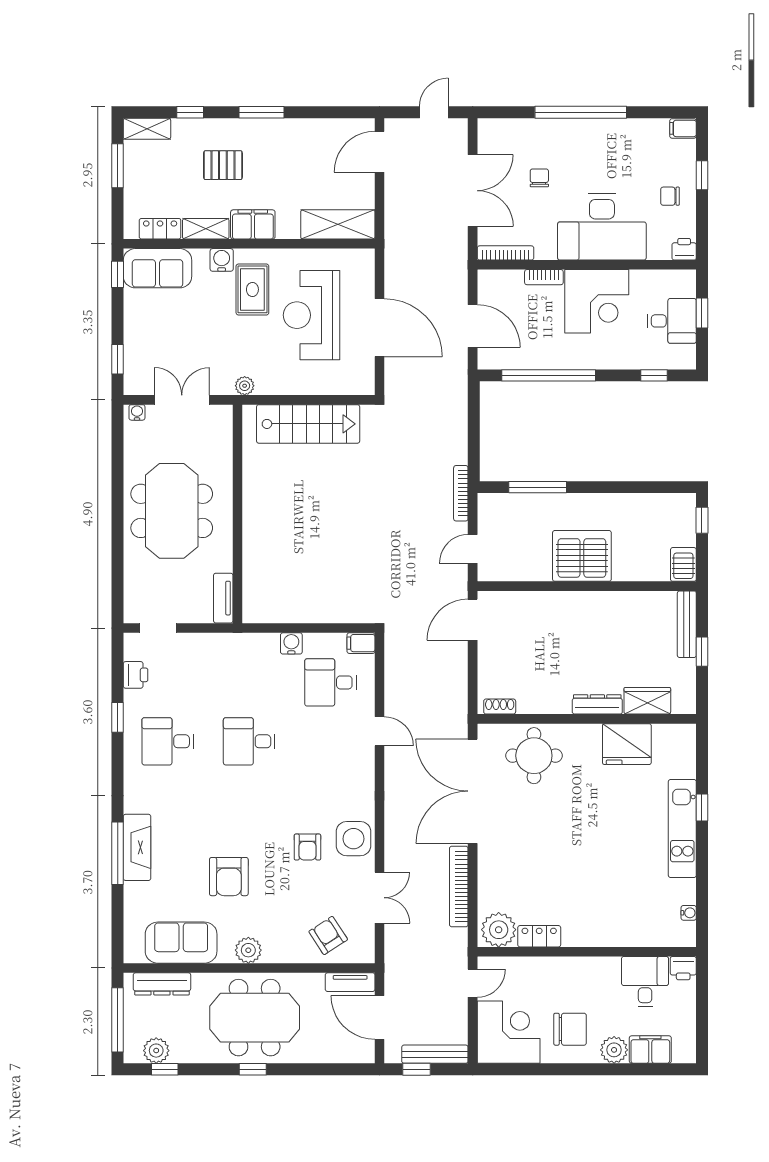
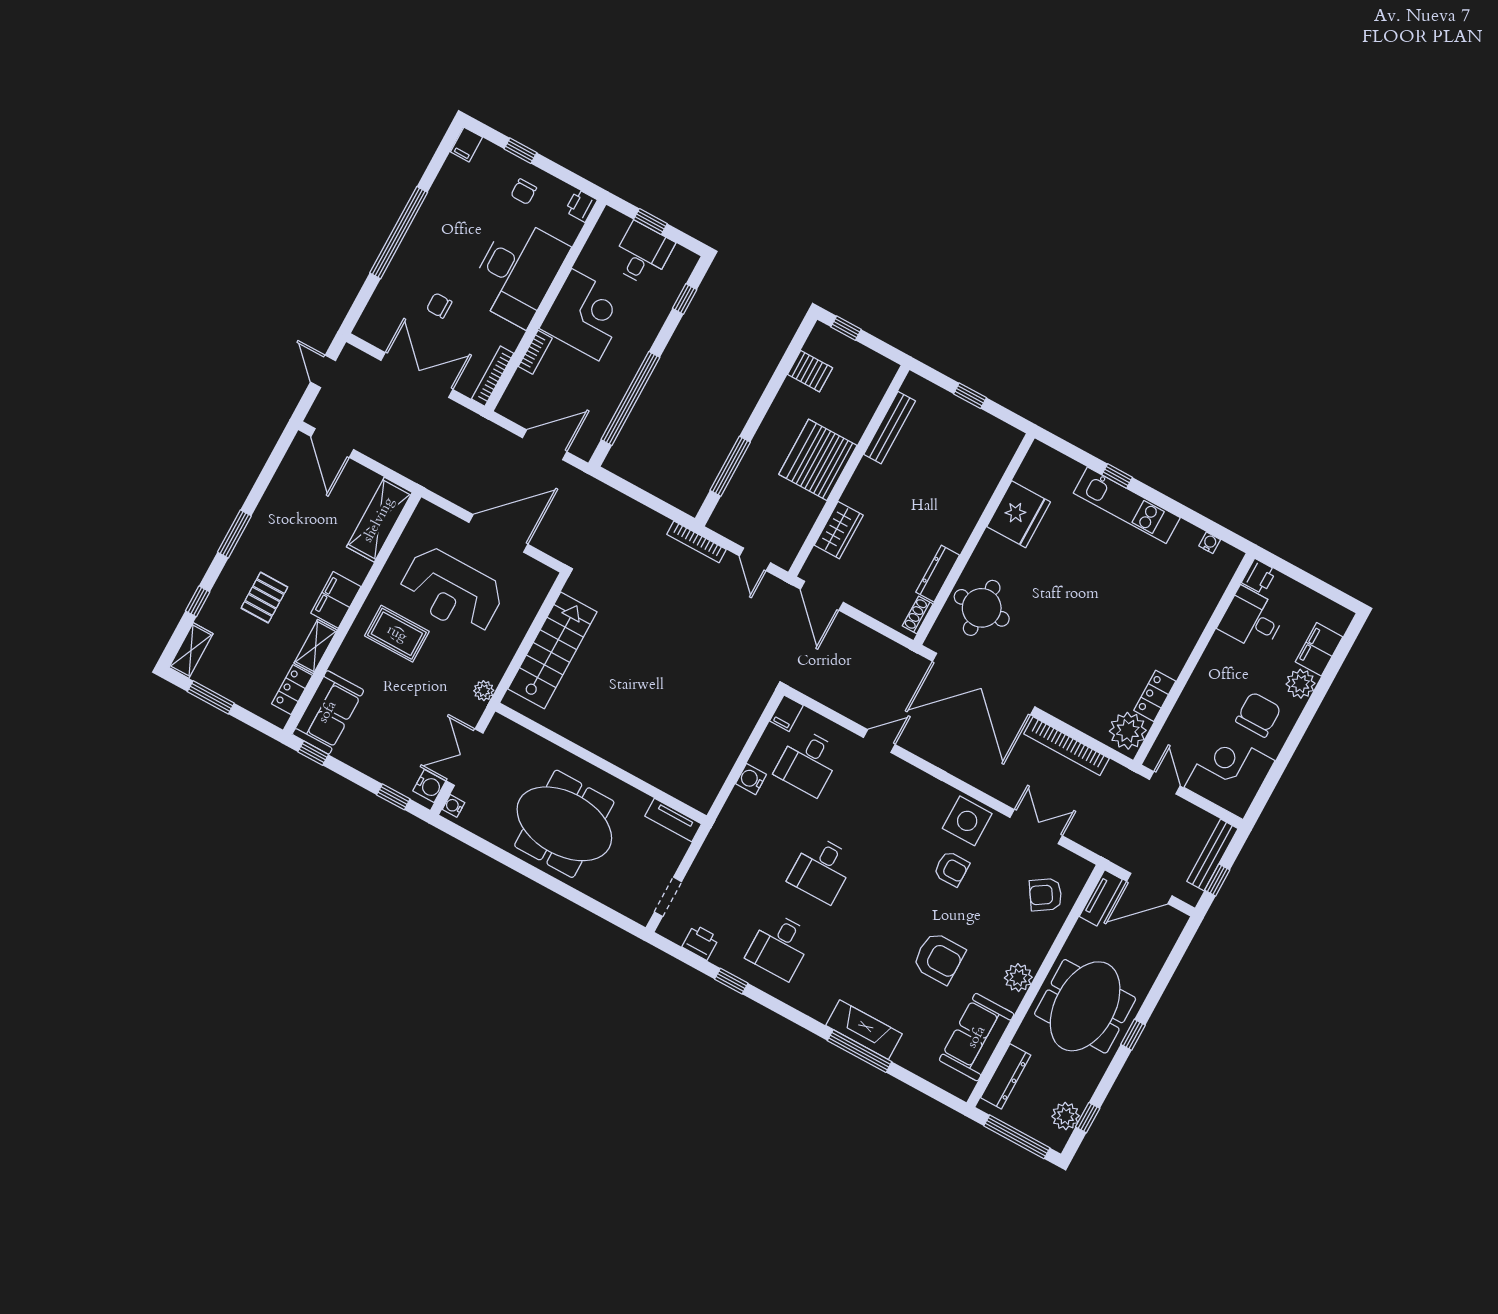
water cooler: (222, 260) -> (429, 786), moved, turned 180
server rack: (683, 564) -> (810, 371), moved, turned 180
bench: (687, 624) -> (890, 428), moved, turned 90
wardrobe: (647, 701) -> (839, 530), moved, turned 180
dresser: (597, 704) -> (938, 574), moved

